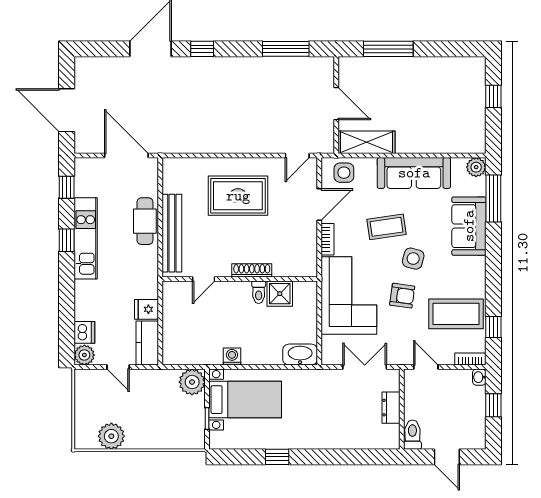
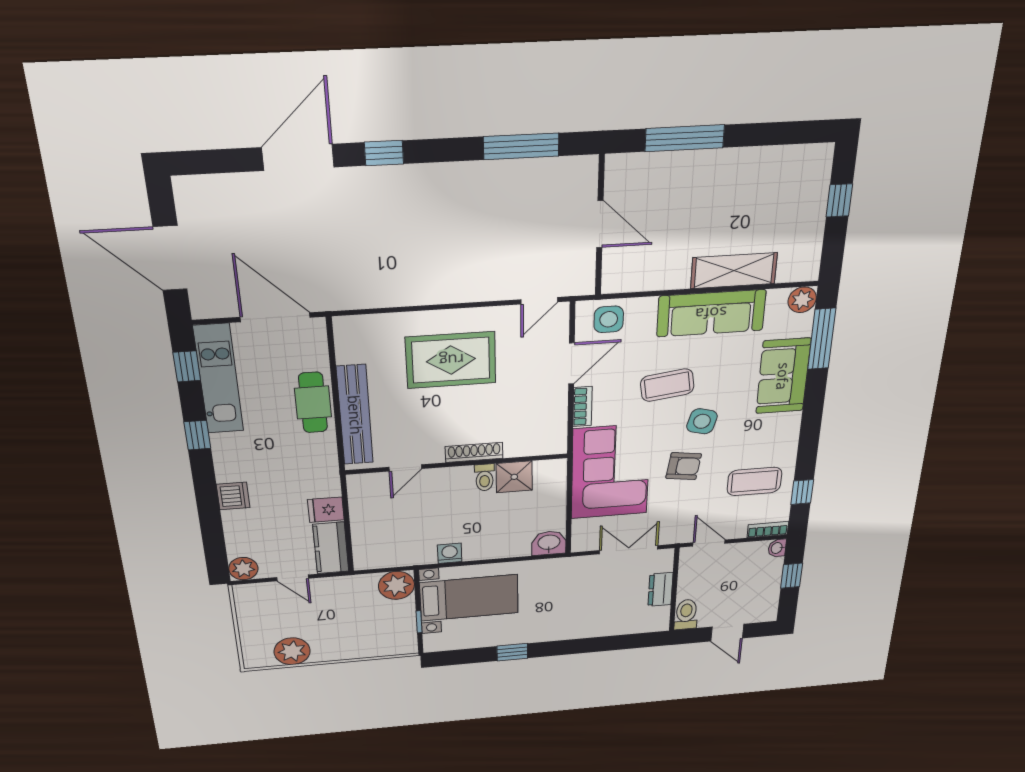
shelving: (366, 142) -> (734, 271), moved
kitchen unit: (86, 238) -> (219, 379), moved
coffee table: (456, 314) -> (754, 481), width x0.73, depth x0.76
dishwasher: (84, 332) -> (233, 496), moved
washbasin: (300, 355) -> (549, 543), width x0.72

